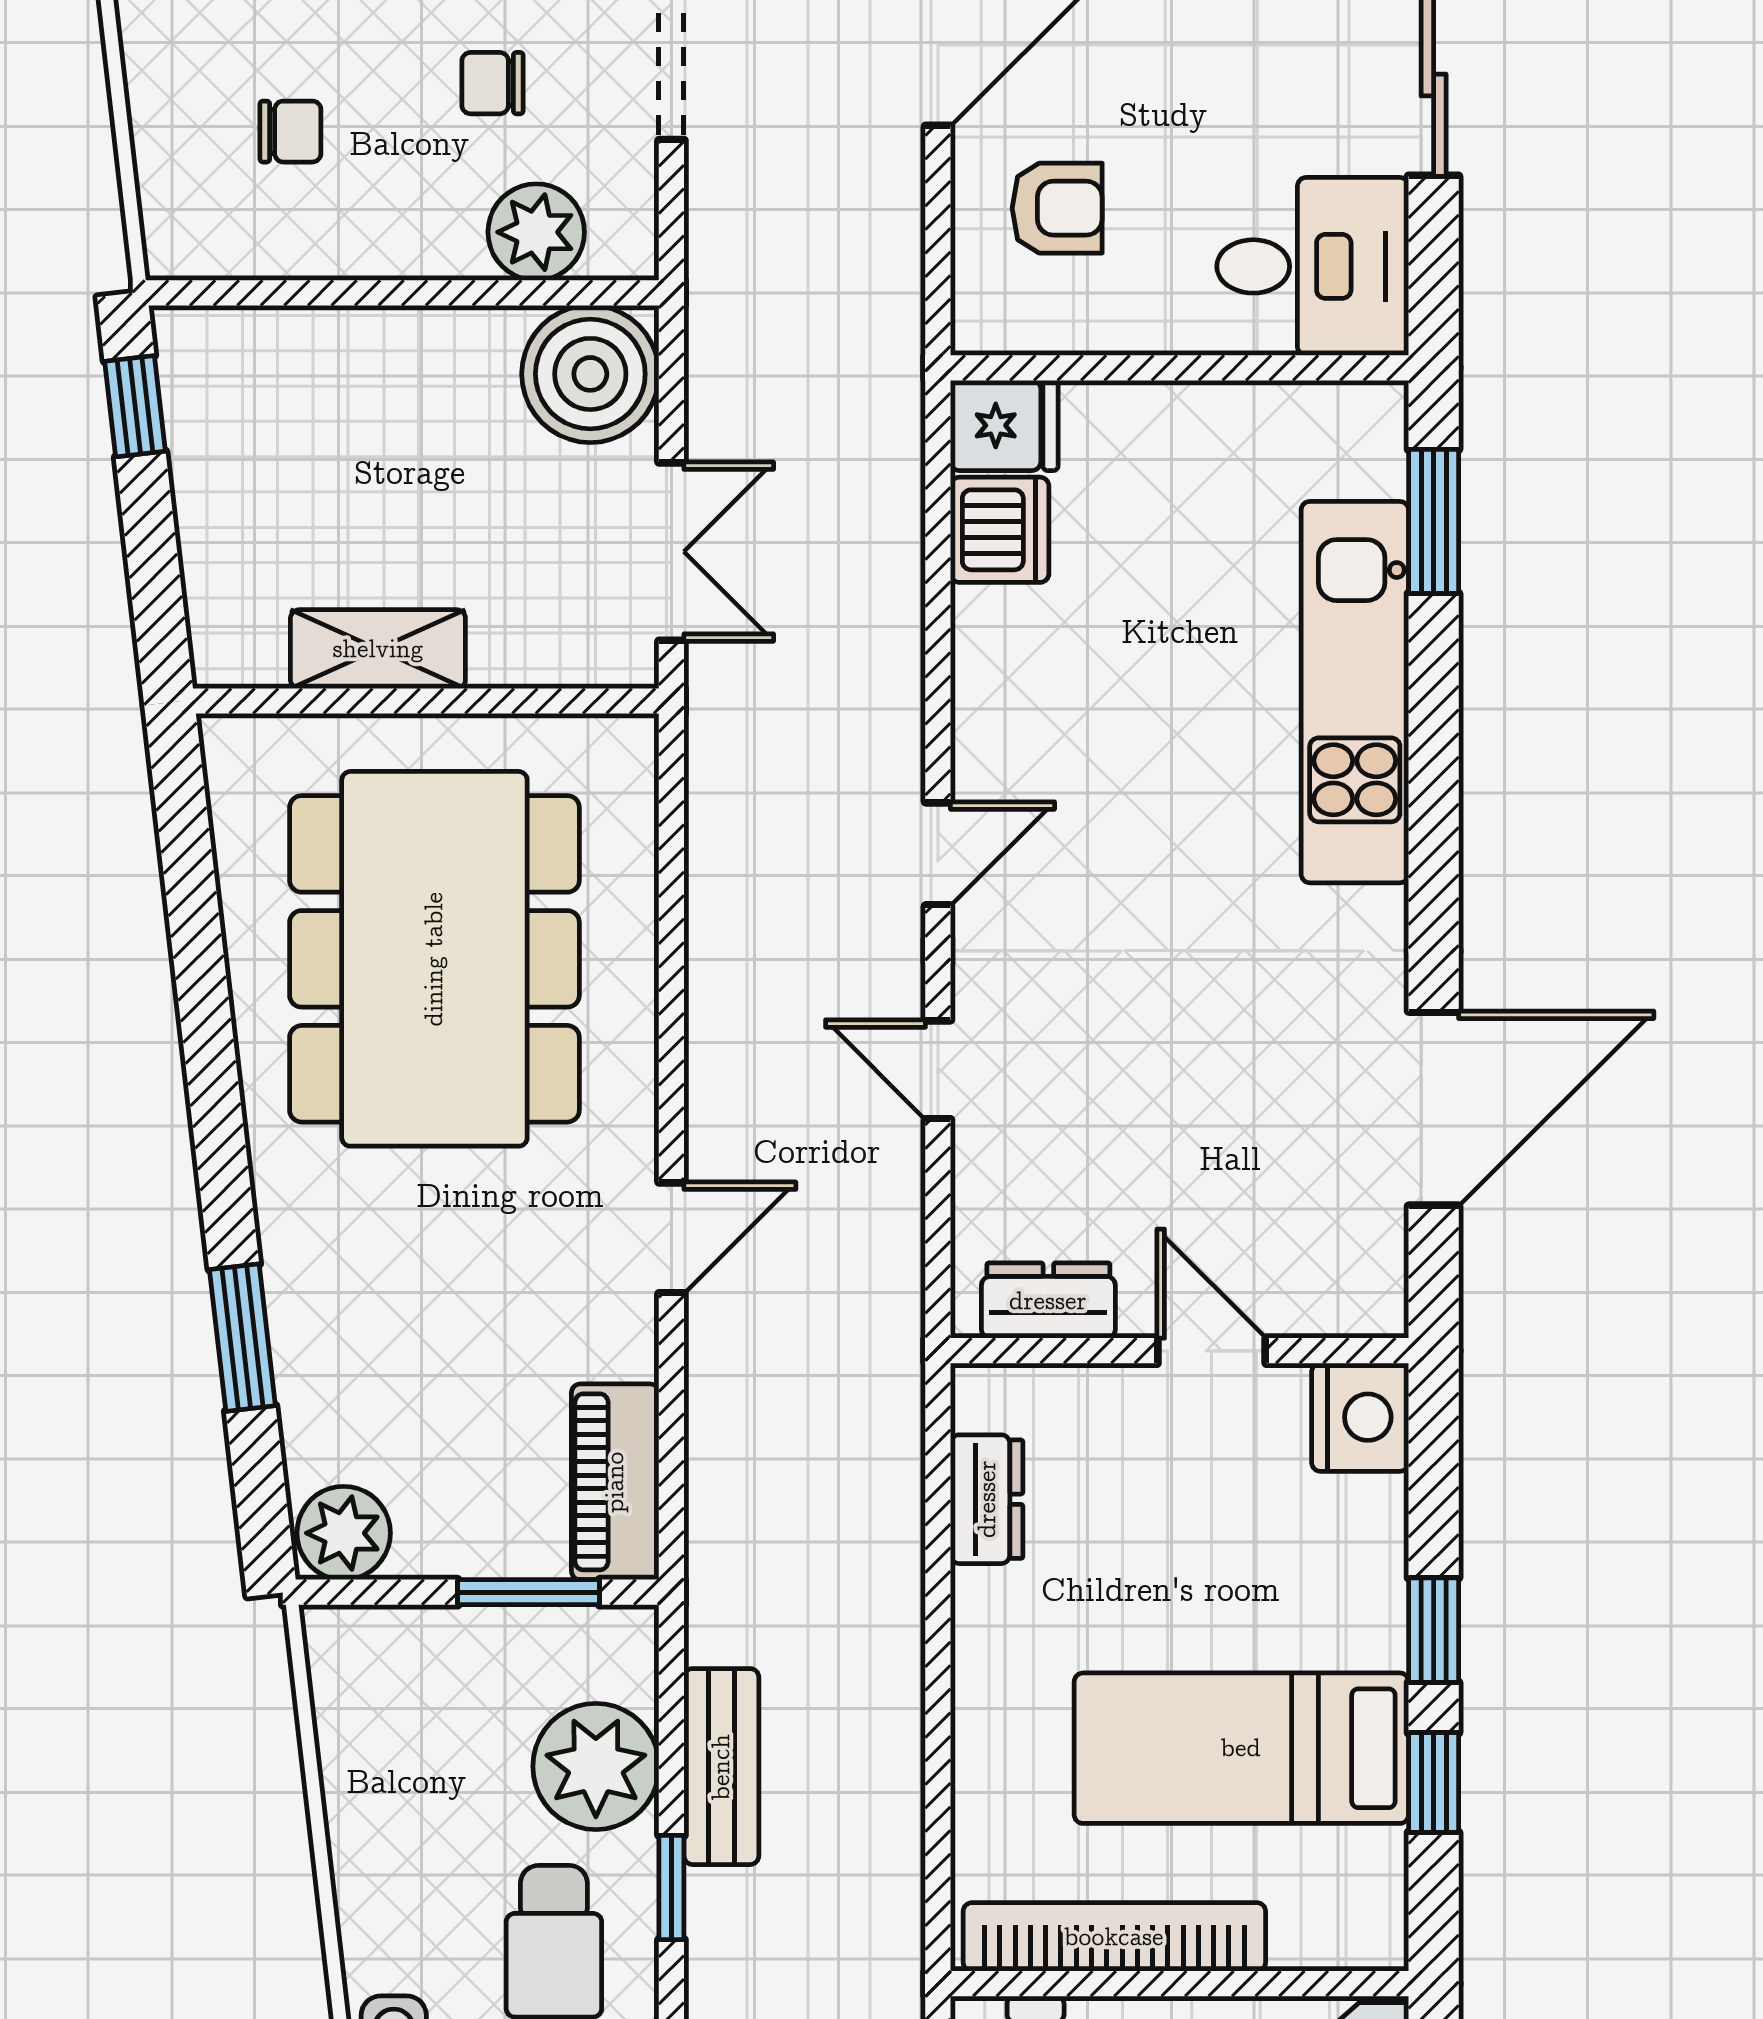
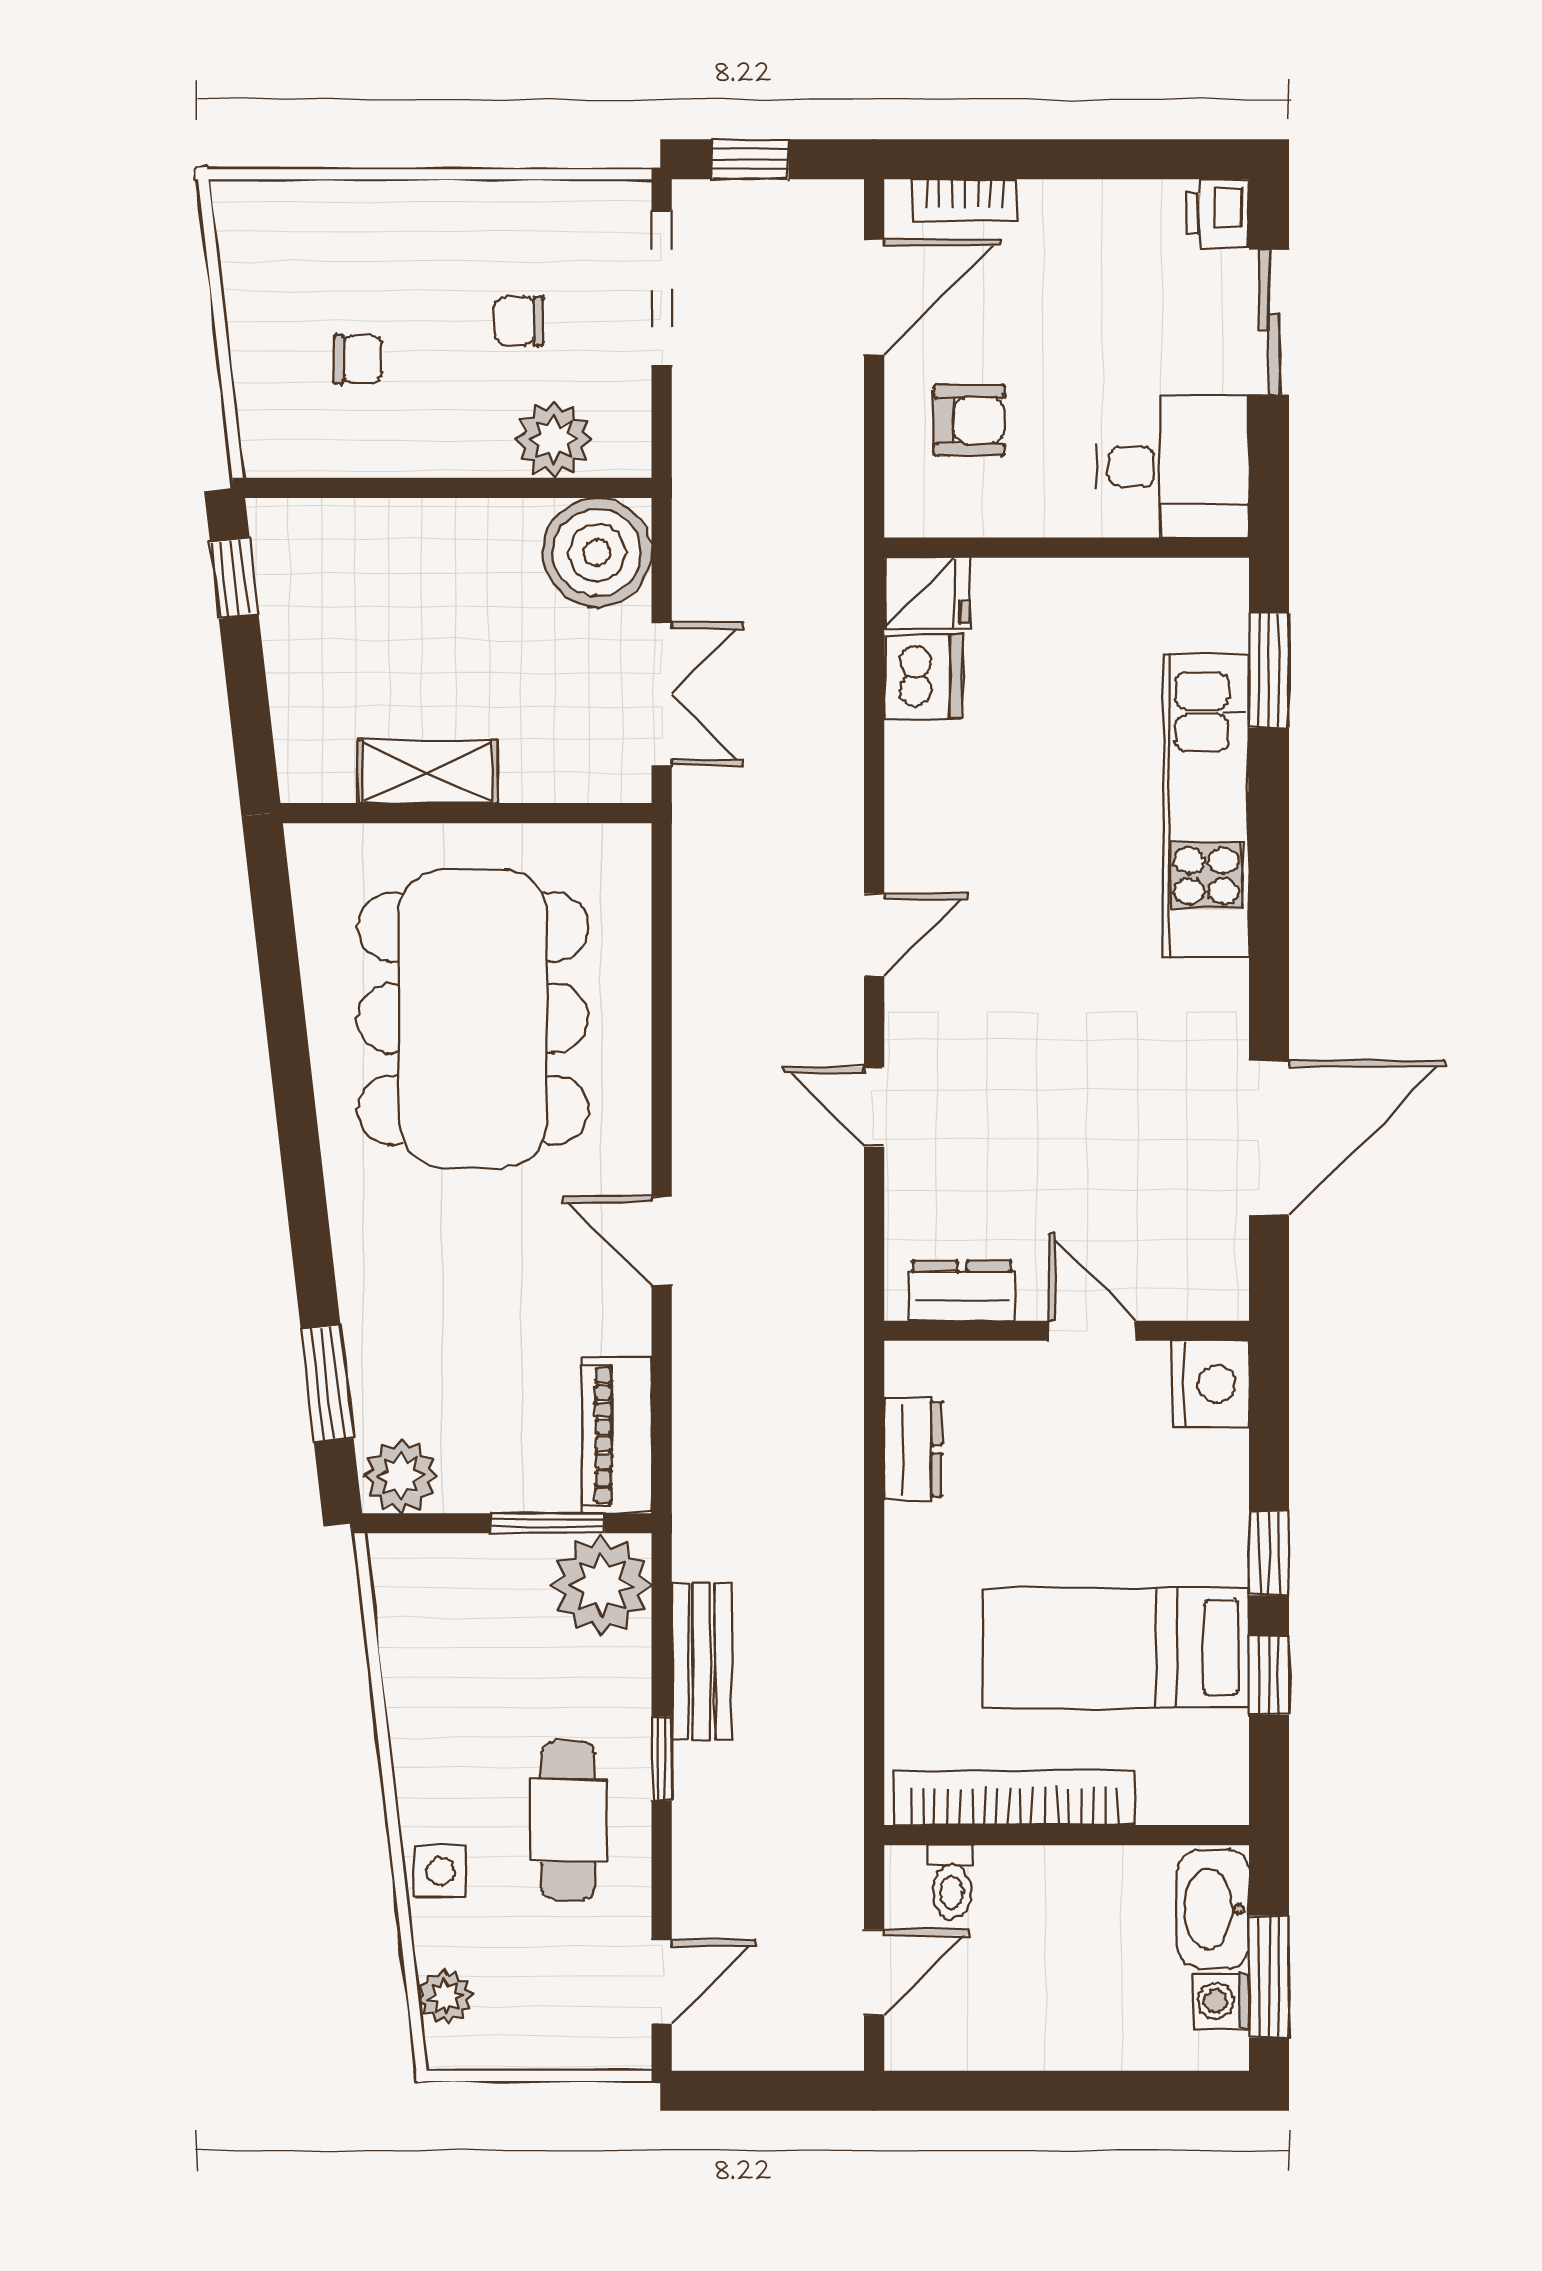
door: (671, 1238) -> (662, 1241), swing flipped
window: (242, 1338) -> (327, 1384), moved
plant: (596, 1766) -> (601, 1585), moved

